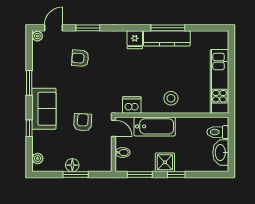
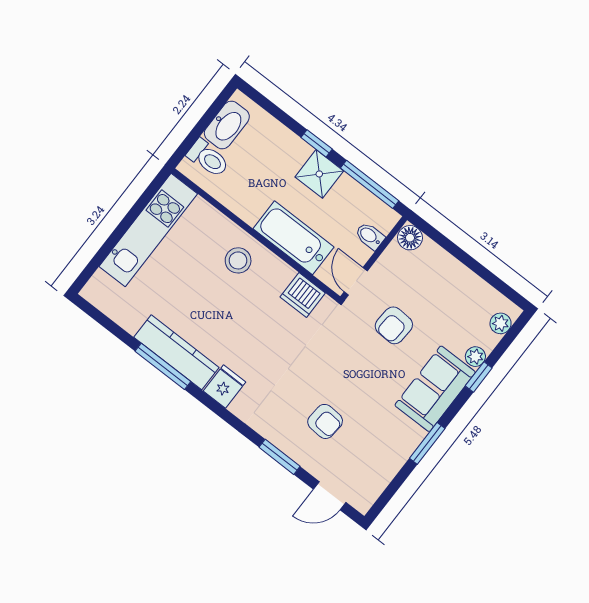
plant: (37, 36) -> (475, 357), moved
floor lamp: (72, 165) -> (410, 238), moved
window: (76, 175) -> (463, 257), removed
window: (140, 175) -> (370, 184), width x1.44

